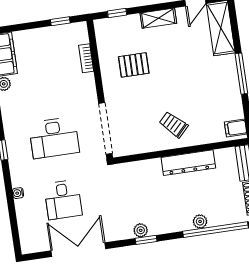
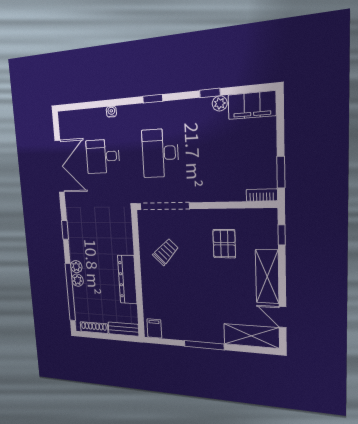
shelving: (158, 18) -> (267, 277), width x1.50, depth x1.33
window: (60, 21) -> (281, 172), width x1.50
bookcase: (86, 58) -> (262, 195), moved
trolley: (174, 125) -> (166, 252), moved
plant: (141, 230) -> (76, 267), moved

